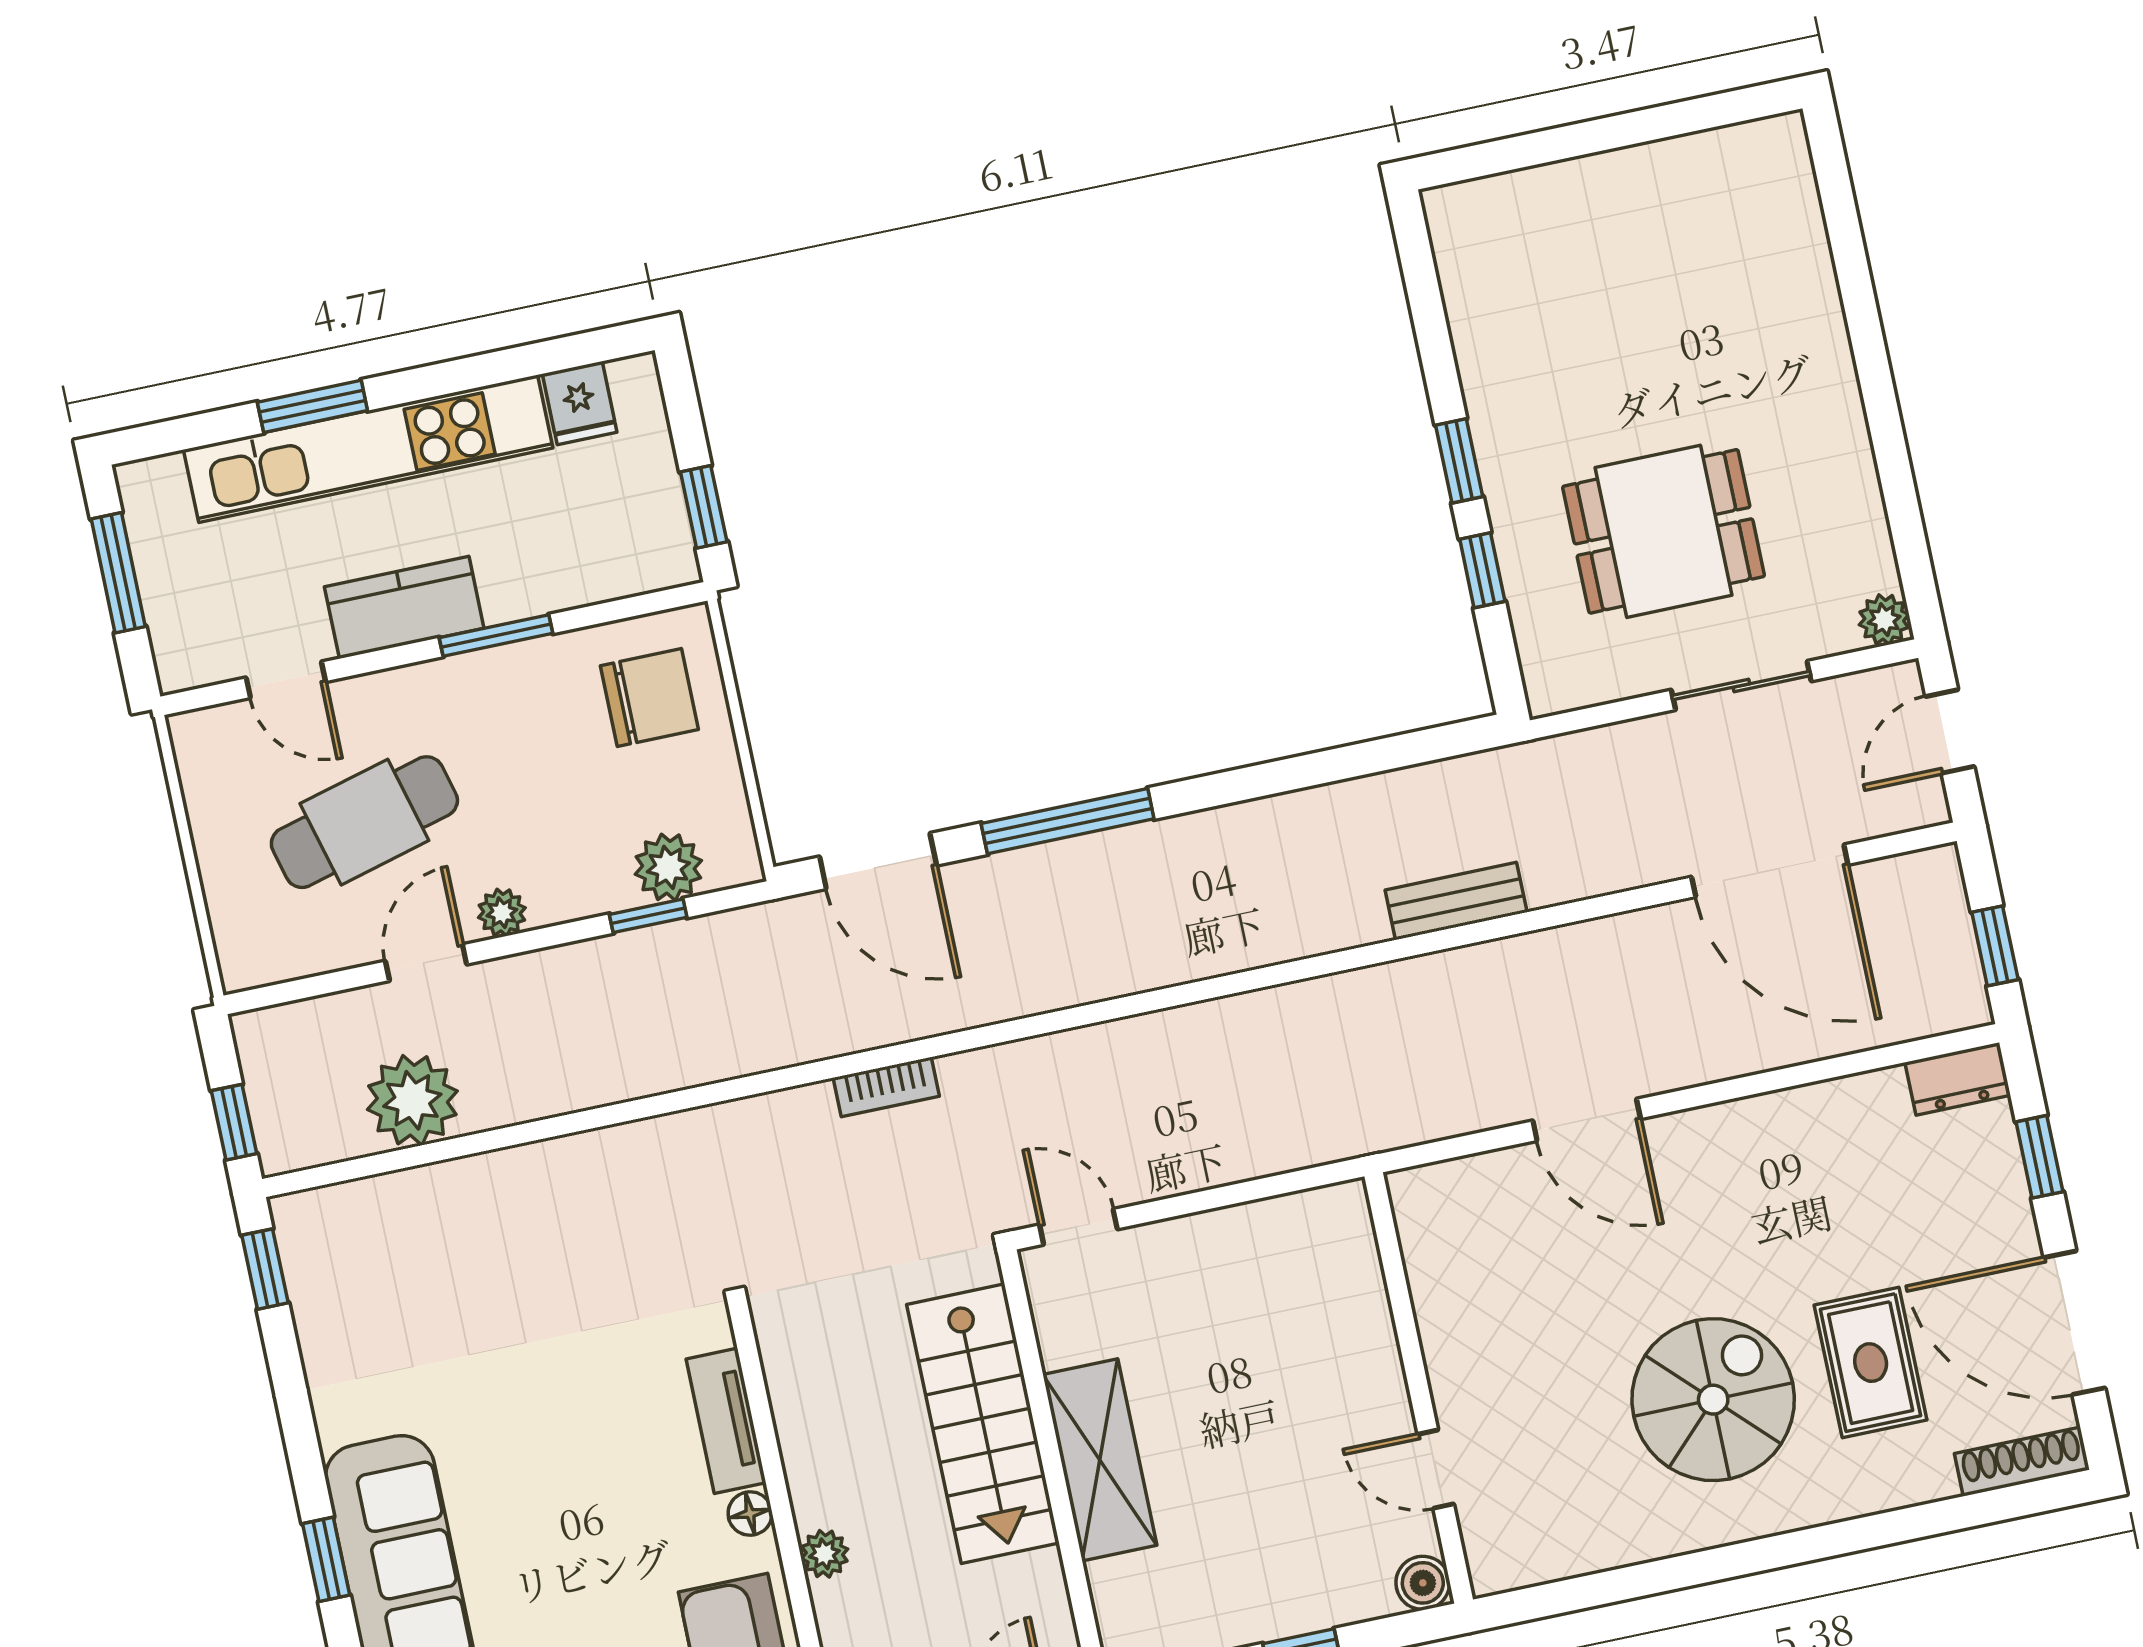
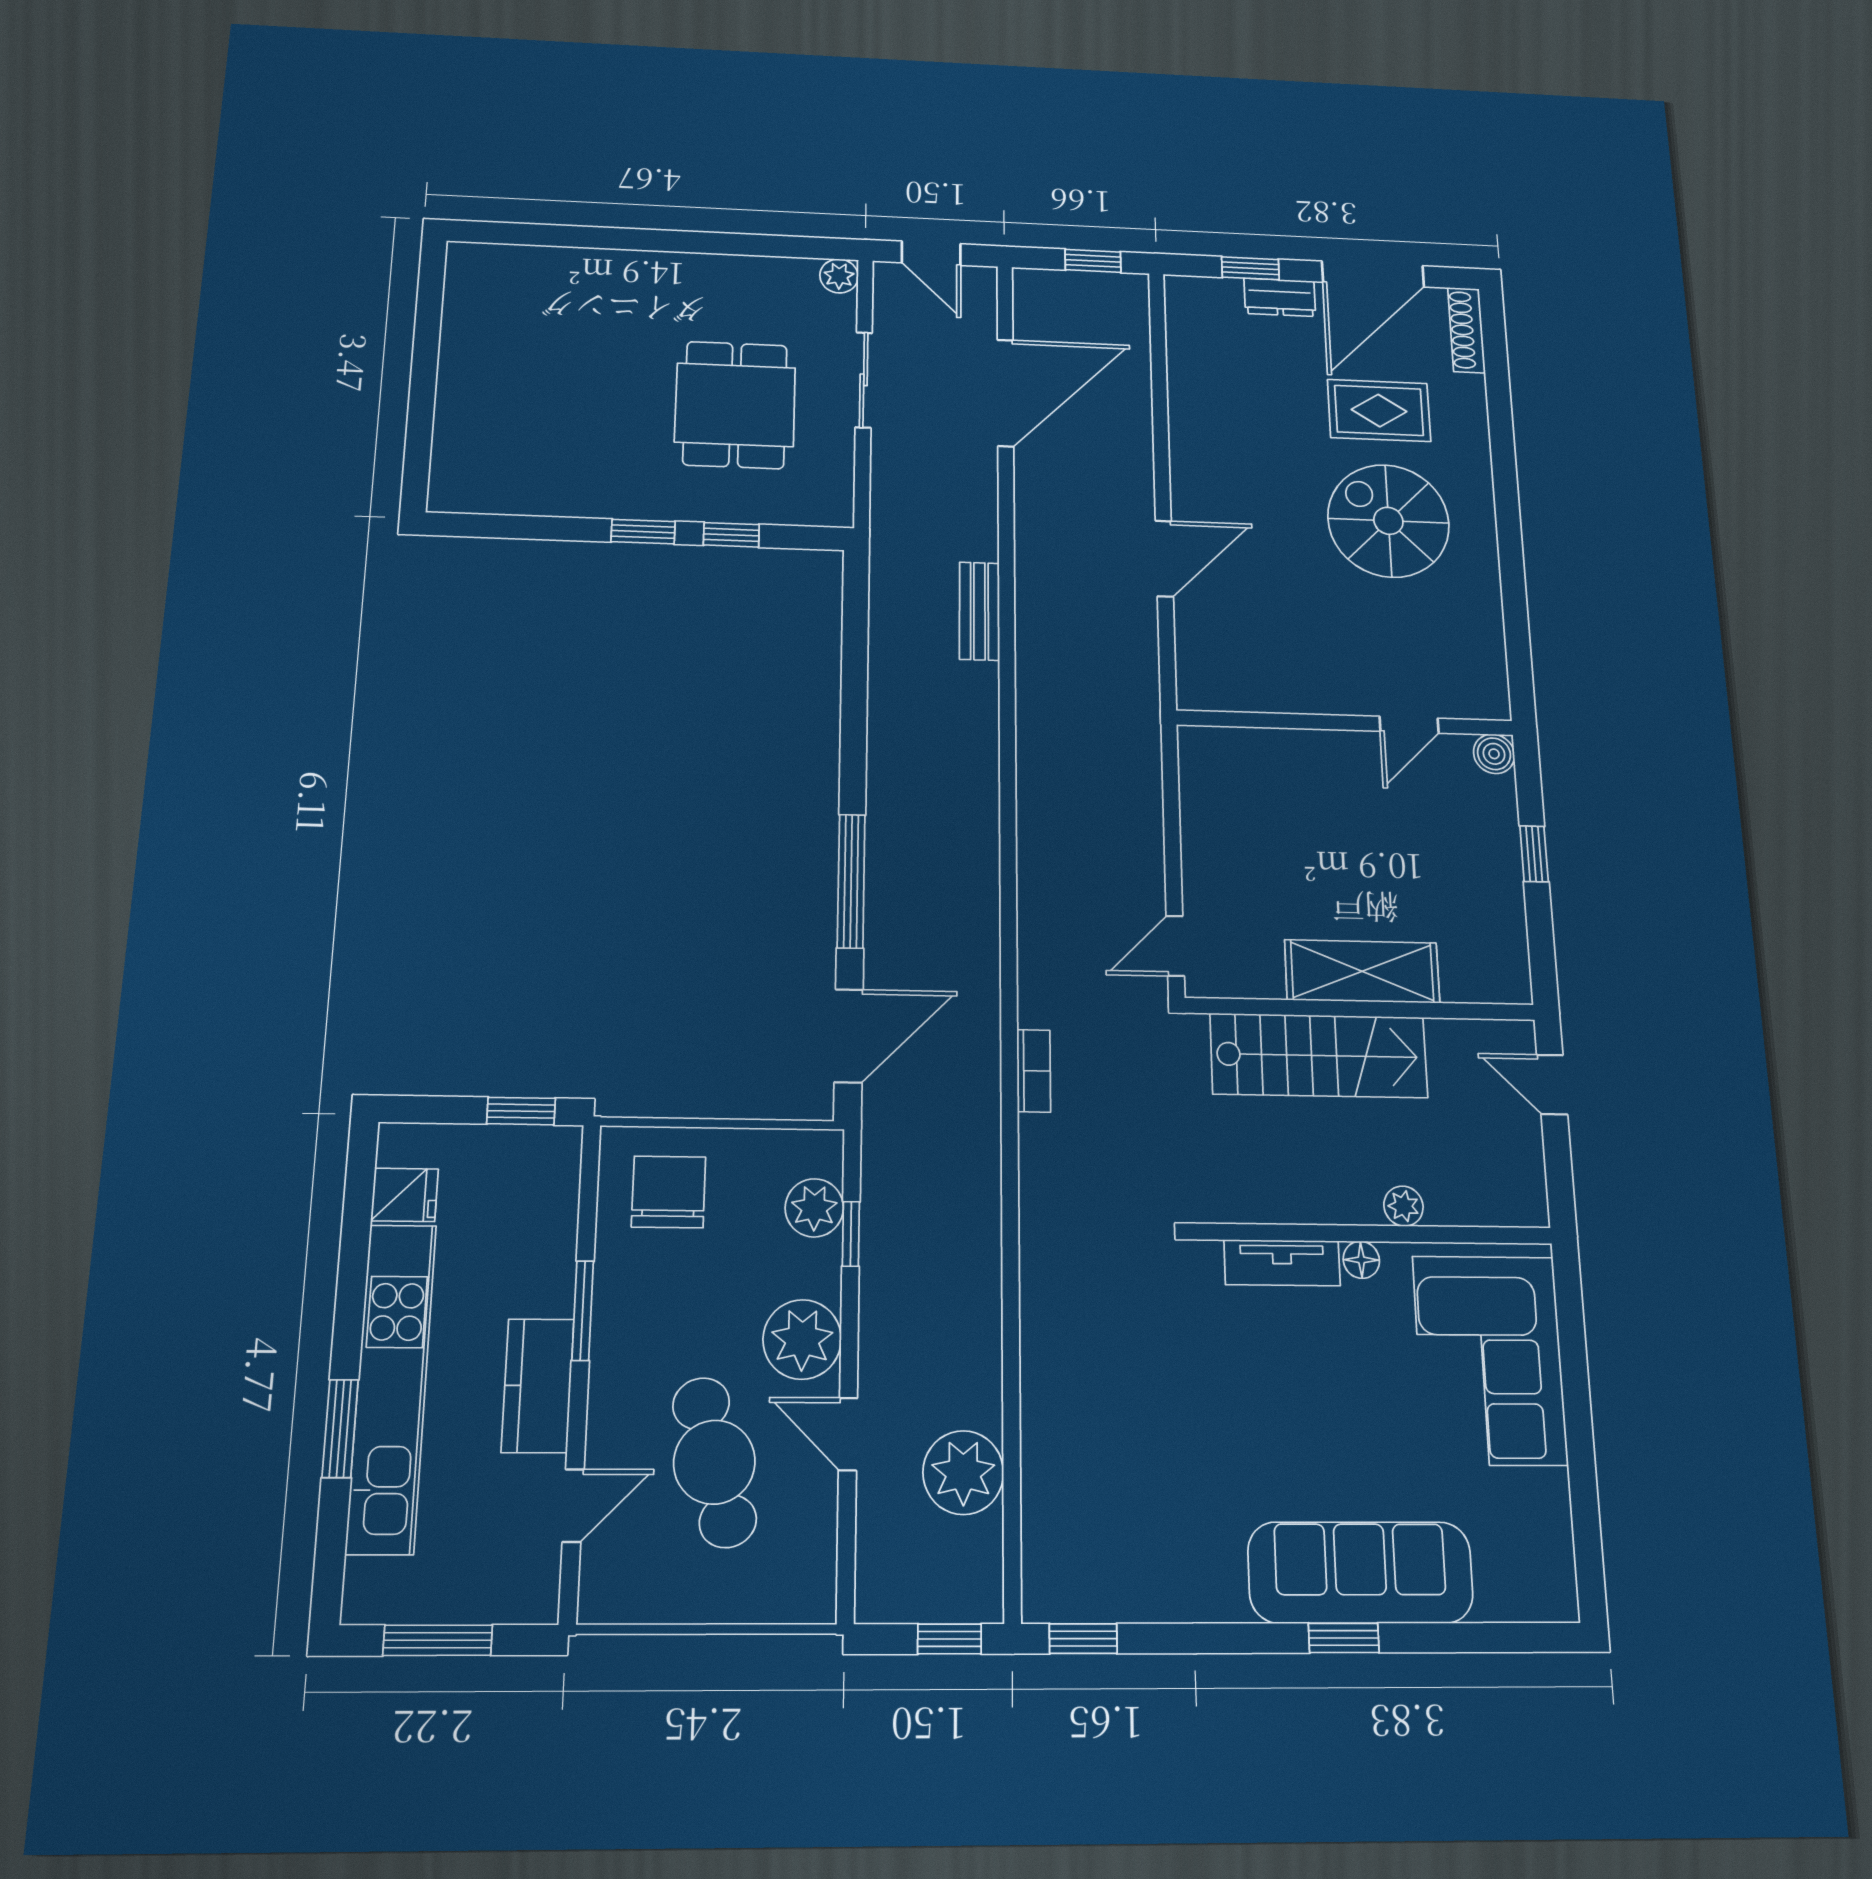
plant: (502, 913) -> (802, 1339), width x1.88, depth x1.88
dresser: (1958, 1079) -> (1280, 297), moved, turned 90

